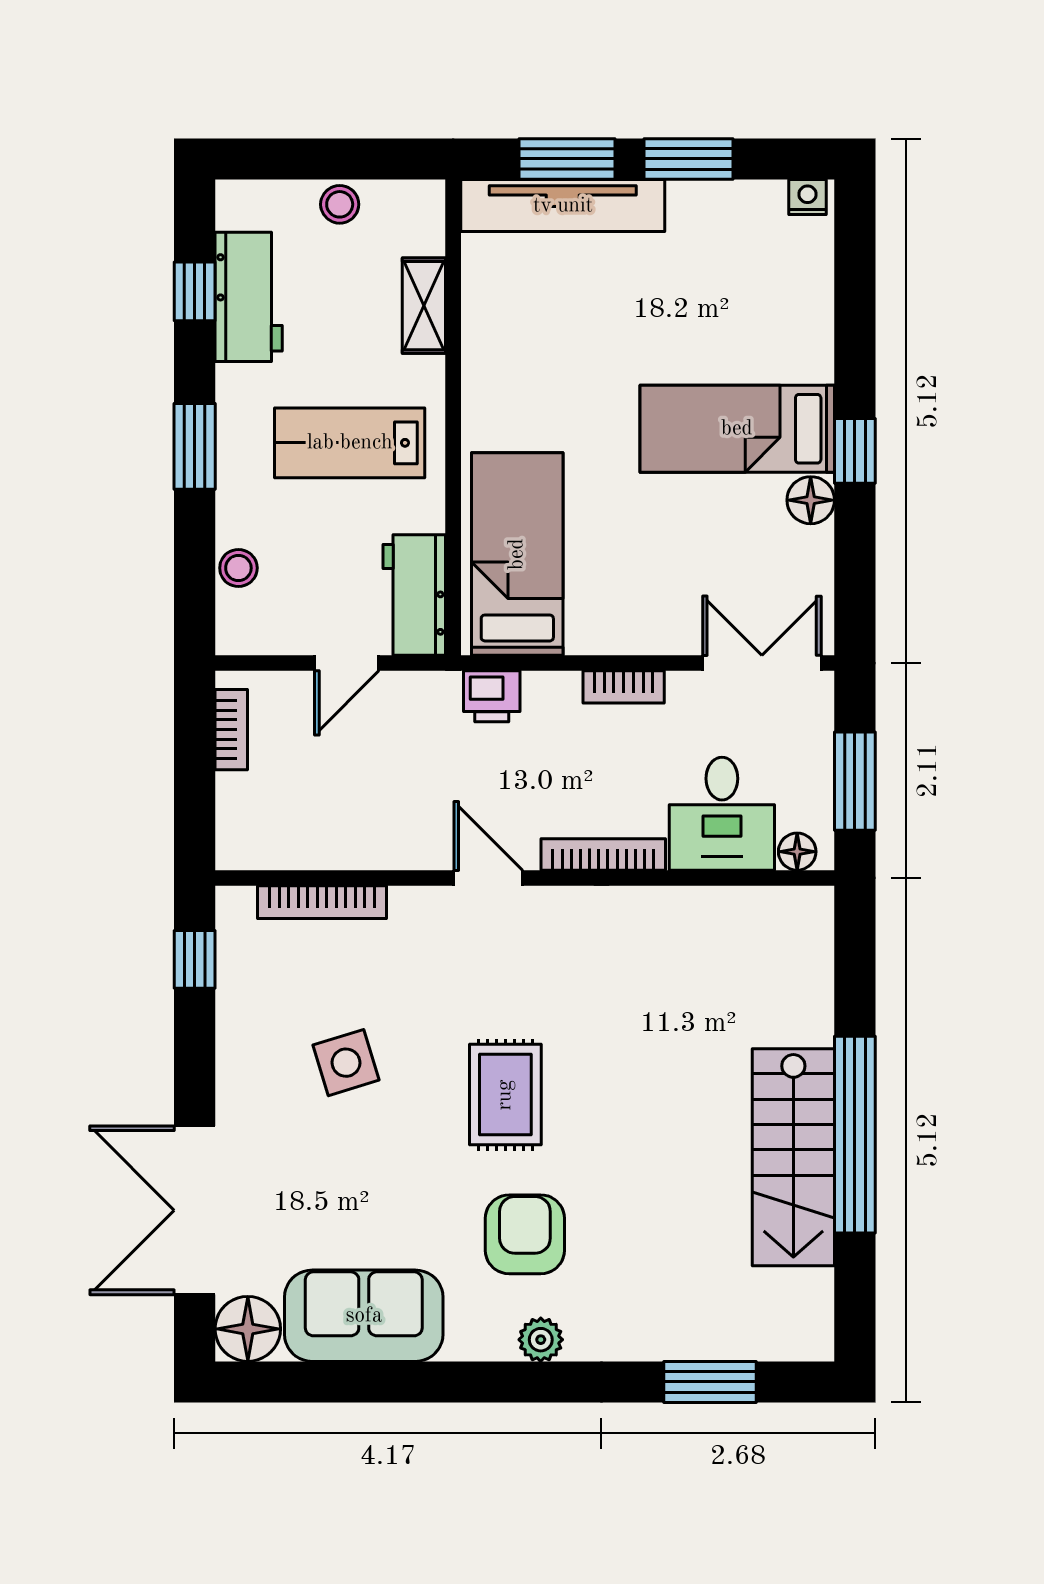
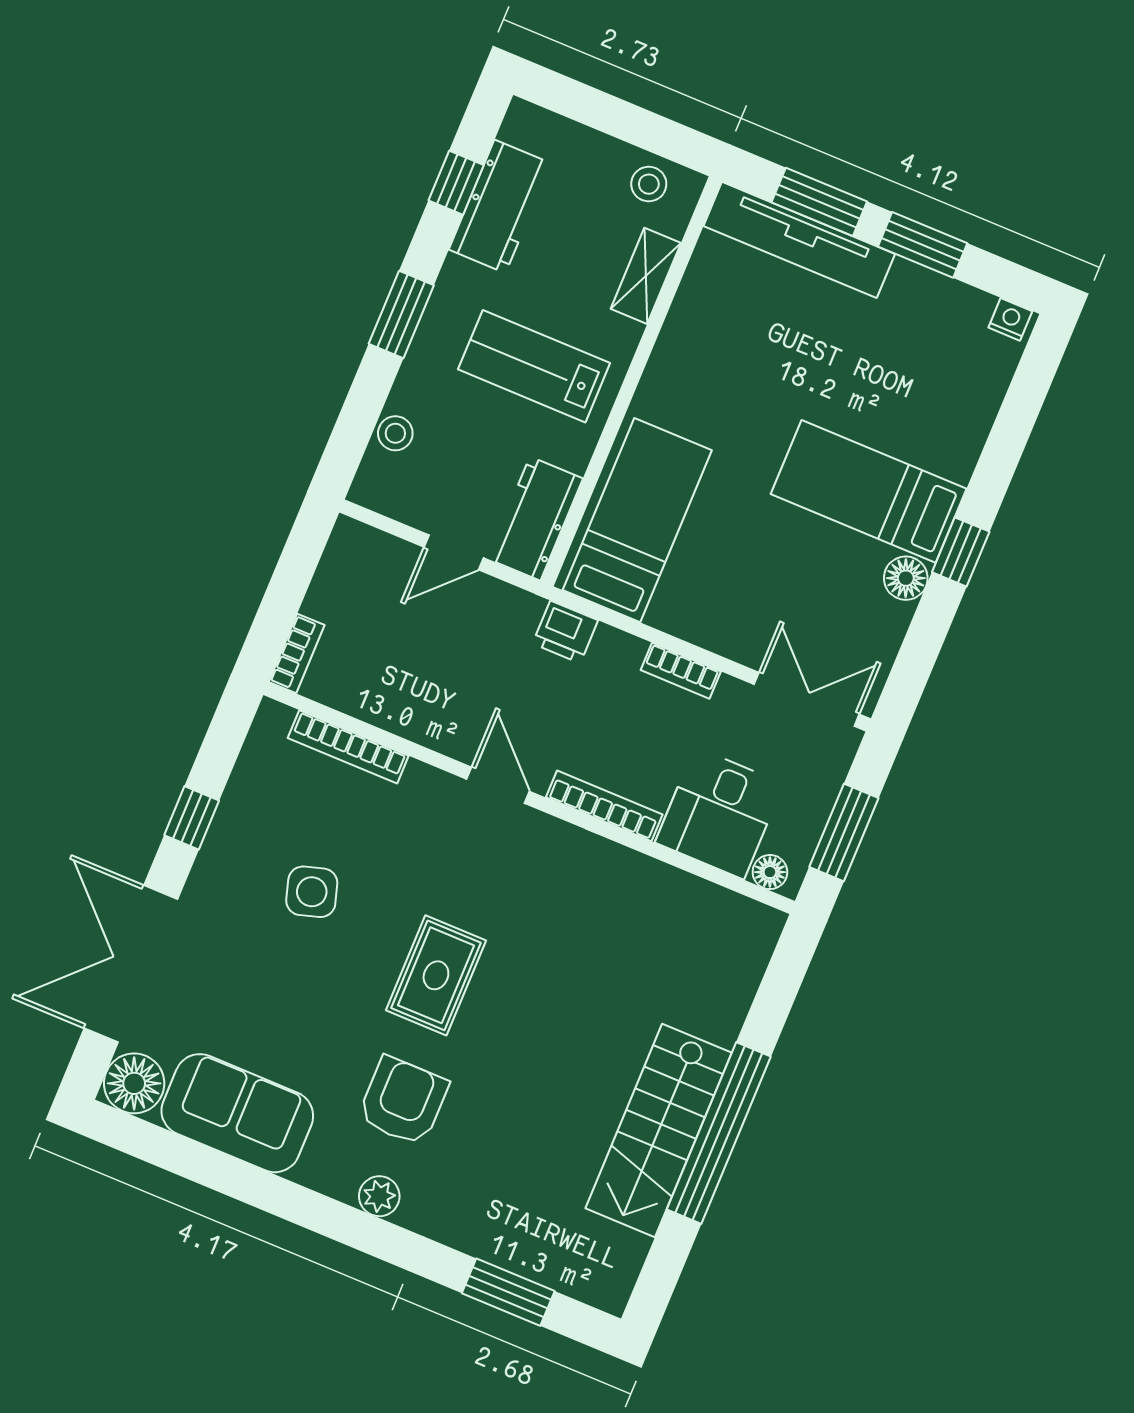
stool: (340, 204) -> (649, 184), moved
bookcase: (231, 730) -> (297, 653), moved
window: (195, 959) -> (192, 818), moved

